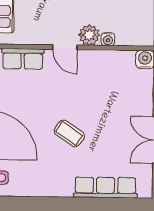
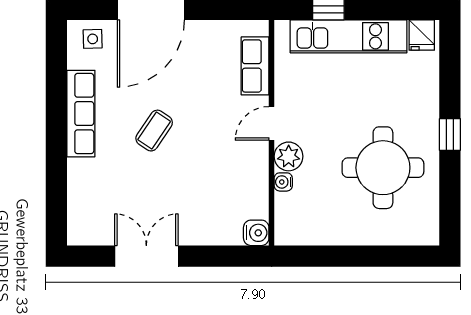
row of seats: (105, 188) -> (81, 114), moved

